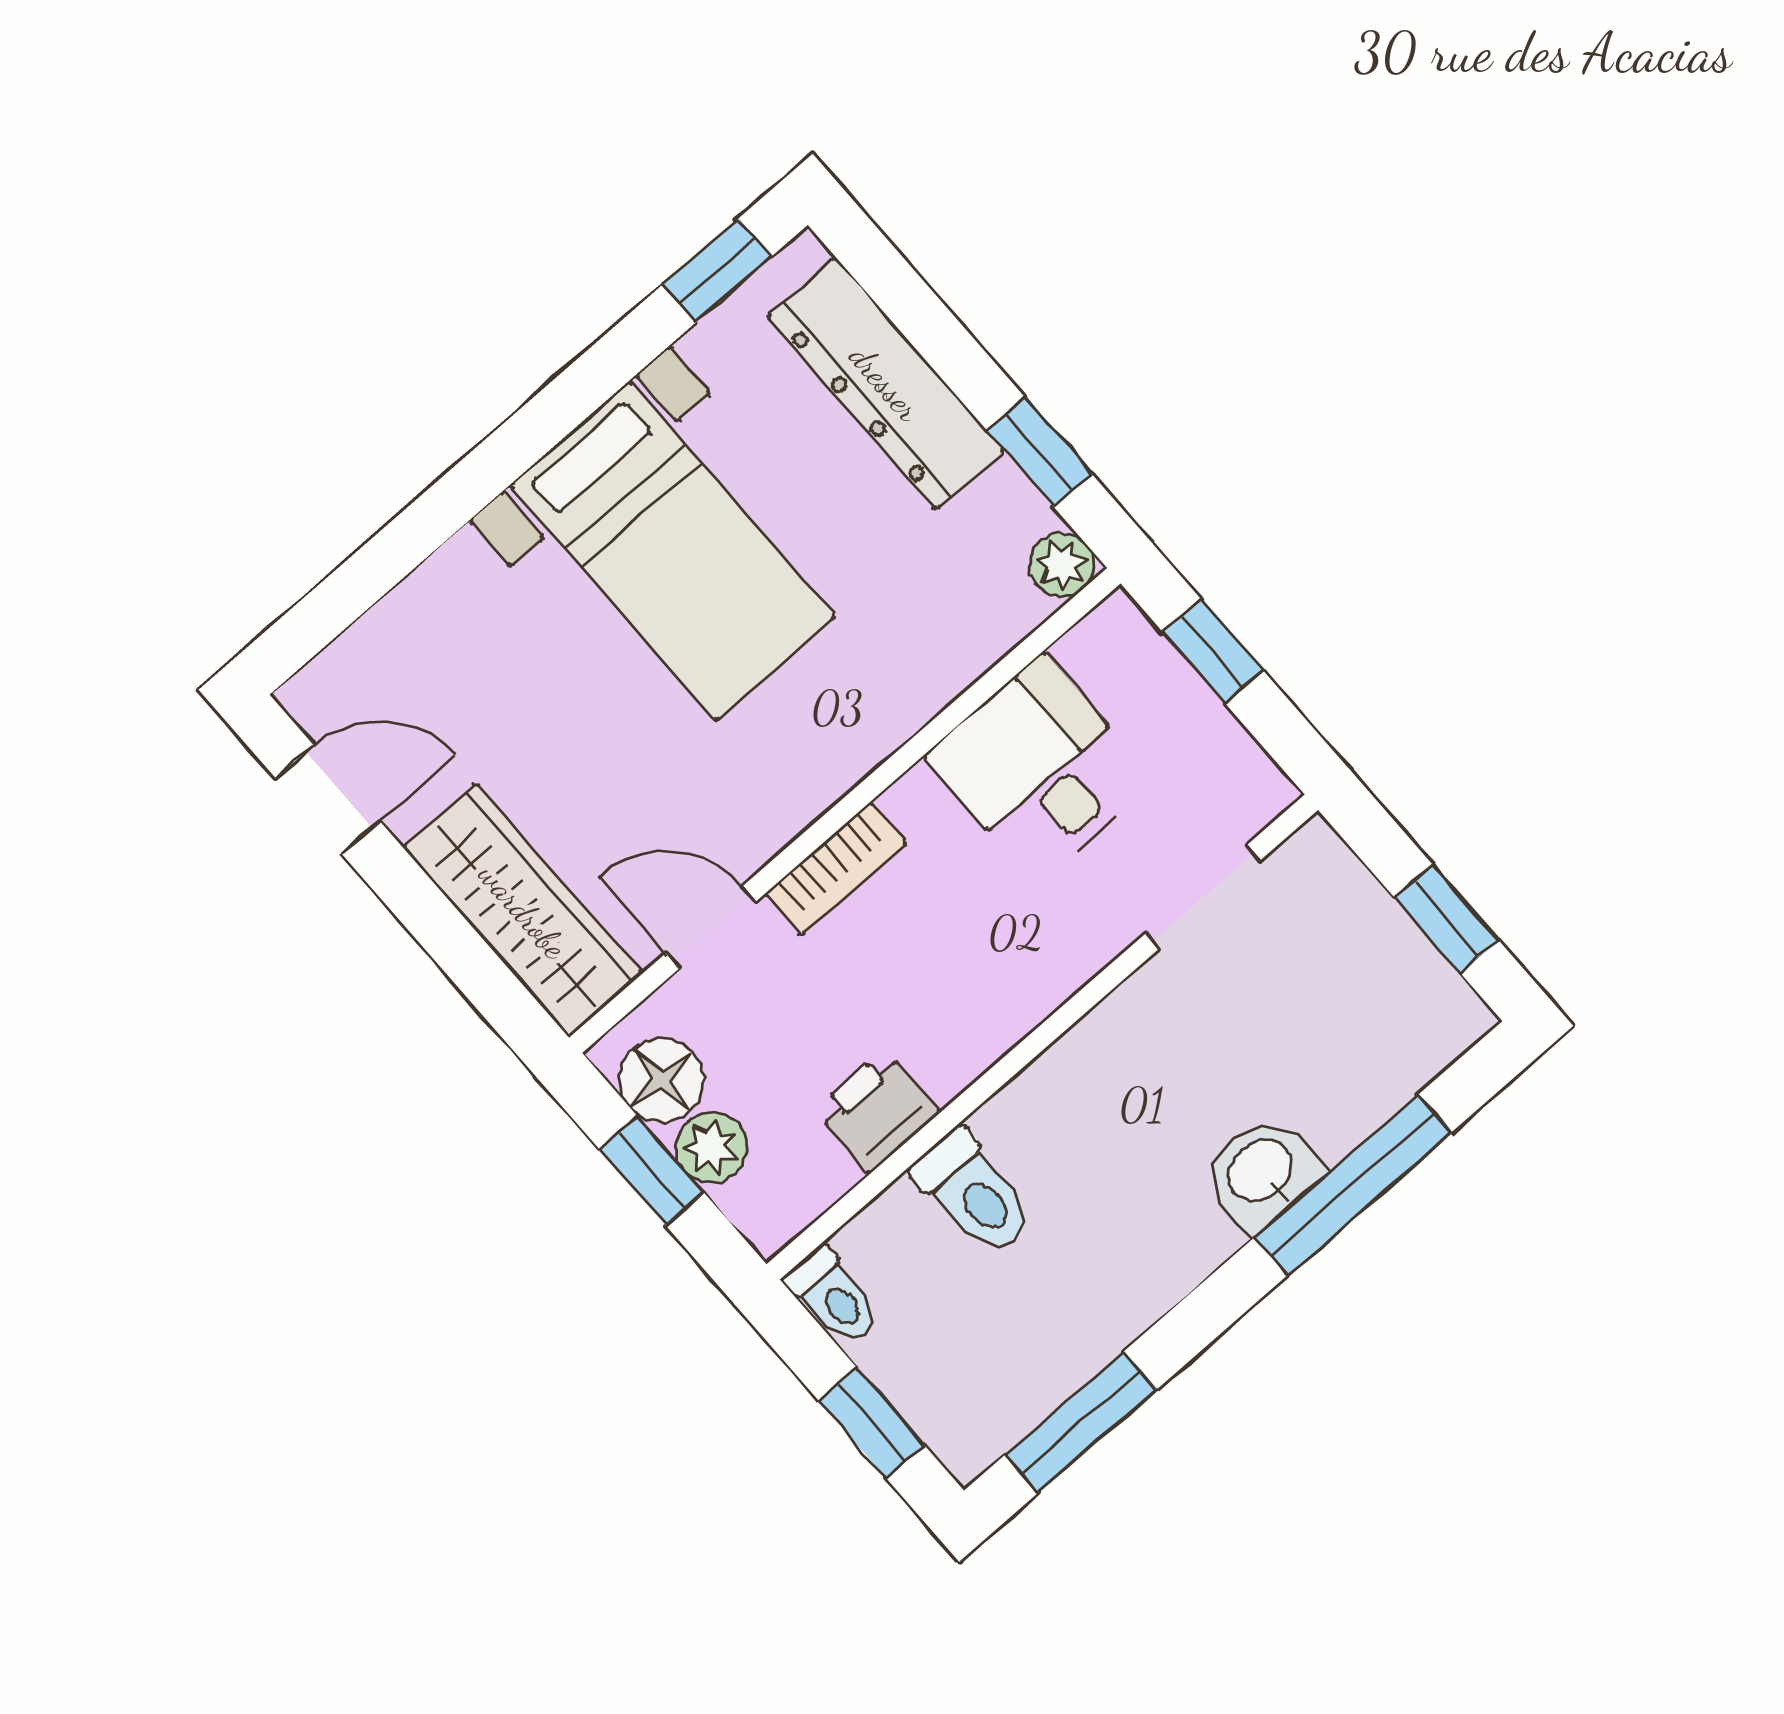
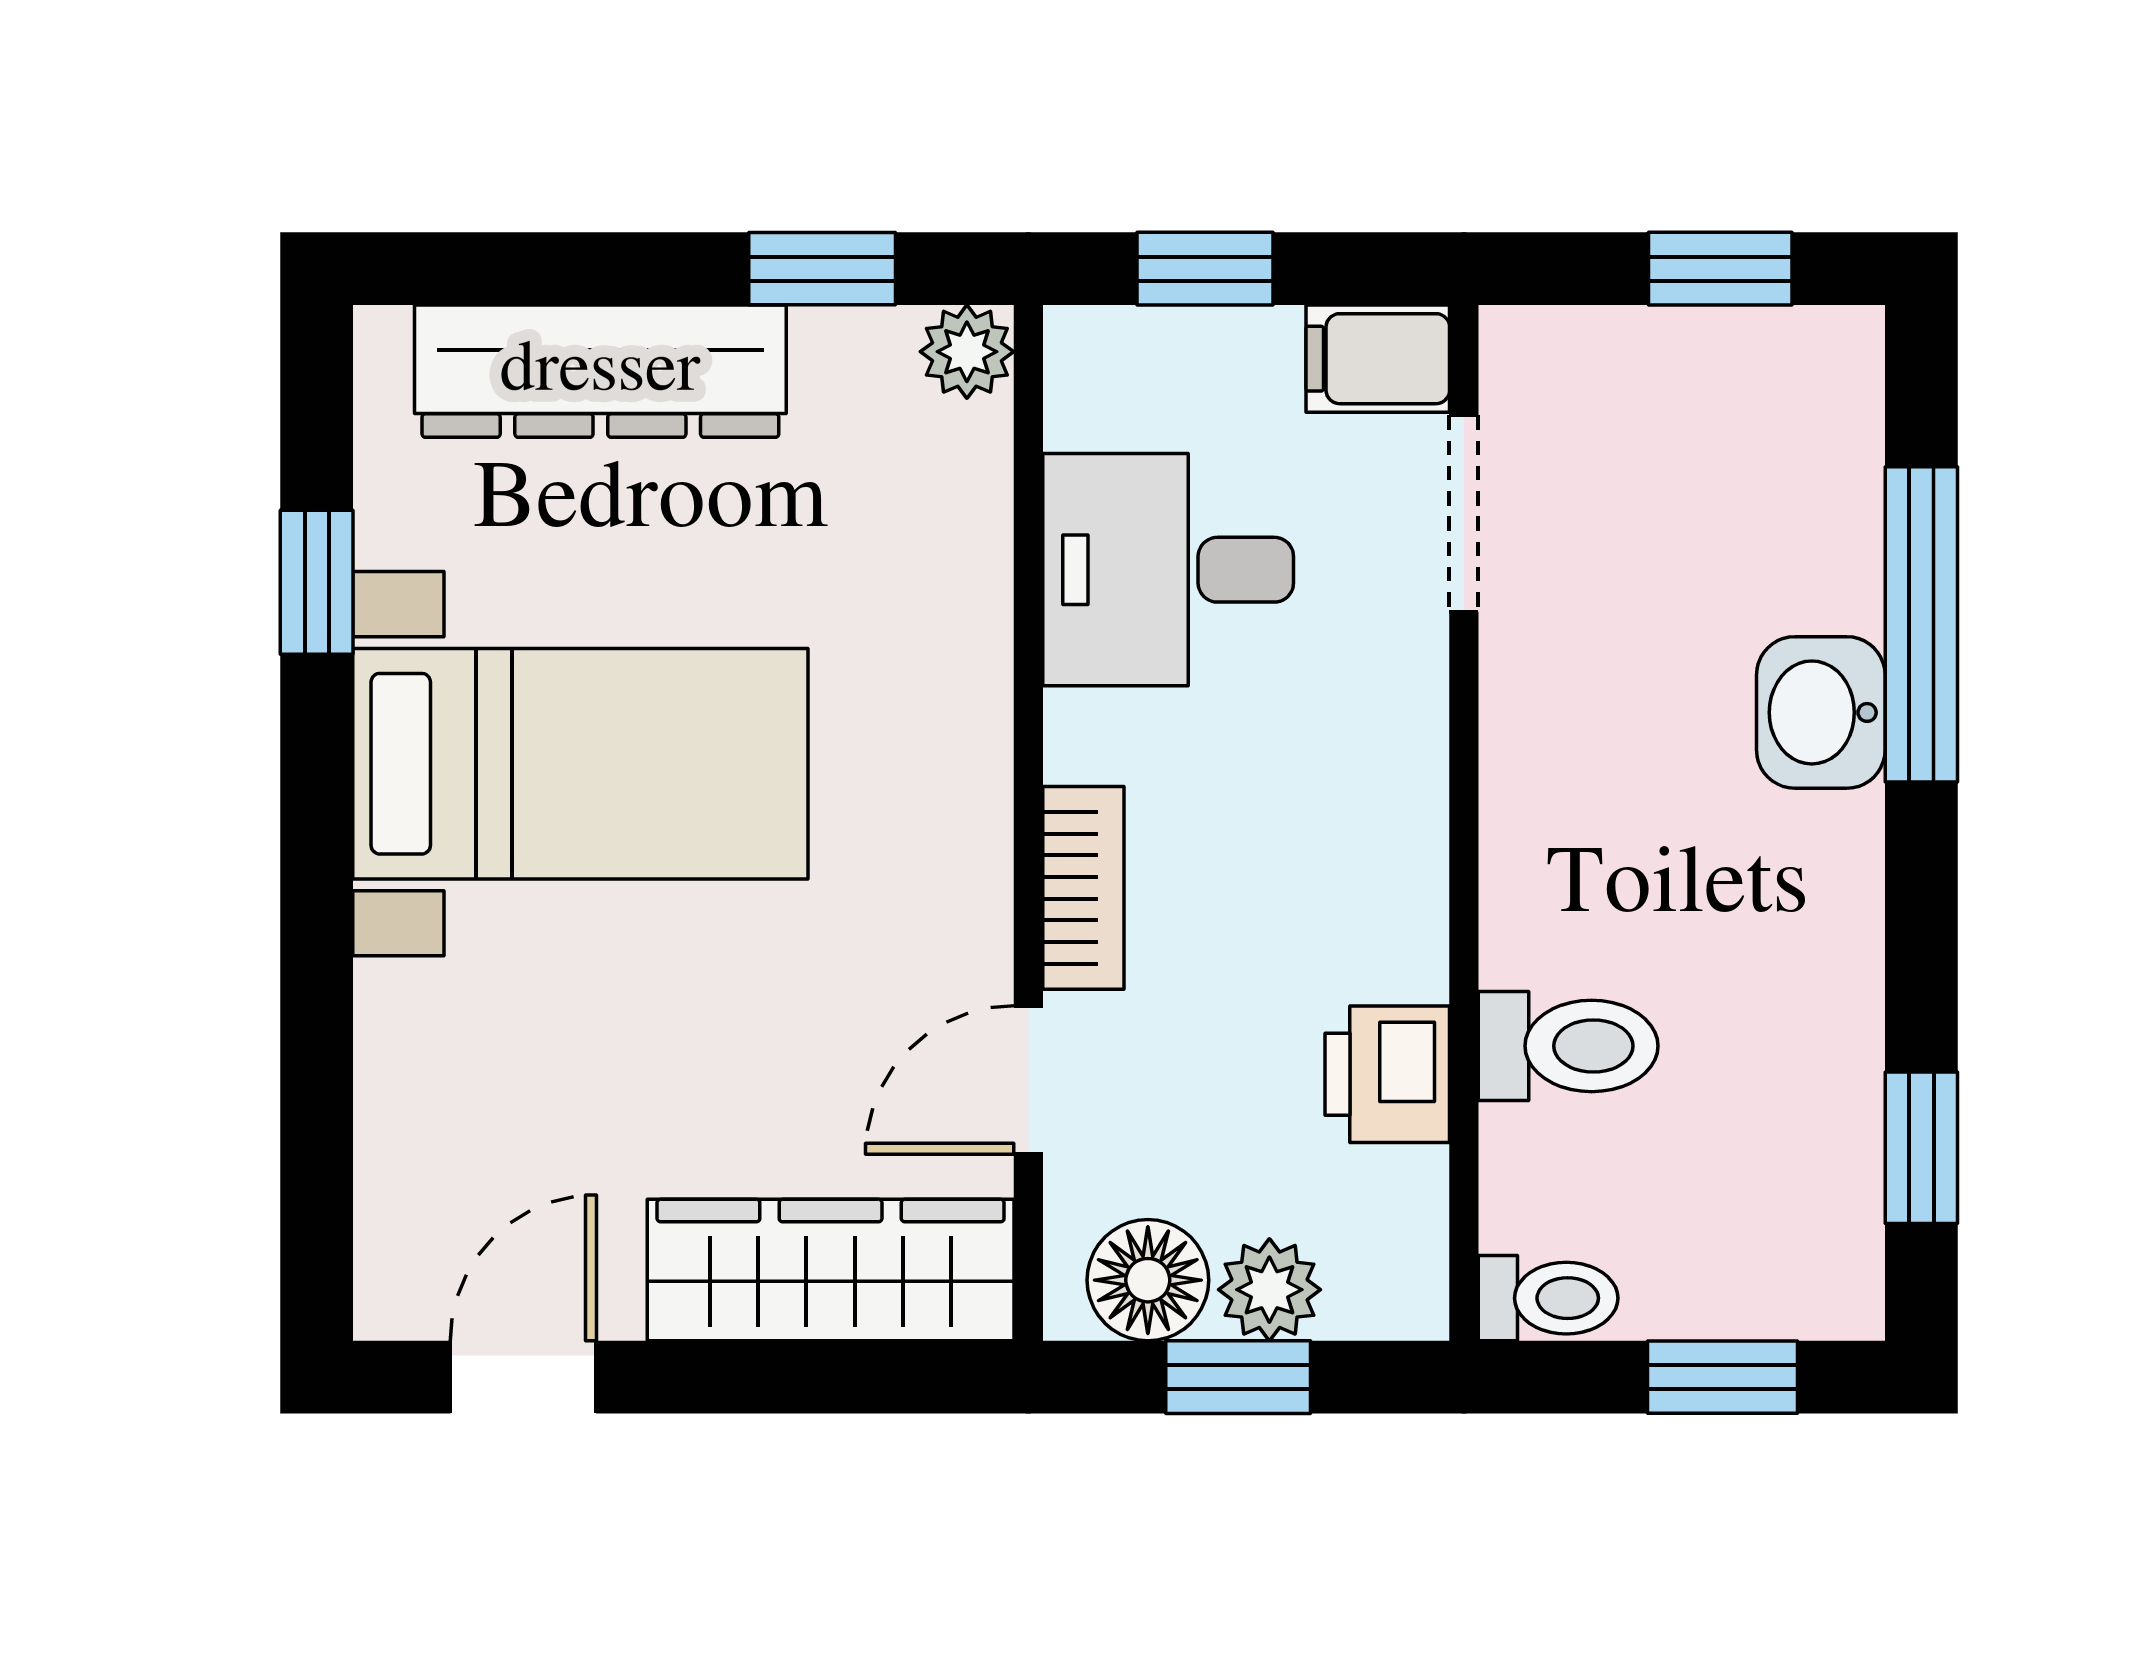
window: (717, 271) -> (317, 582), moved
filing cabinet: (1245, 782) -> (1378, 359), added
window: (1081, 1422) -> (1921, 1148), width x0.67

